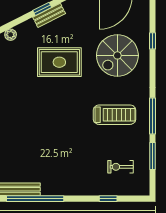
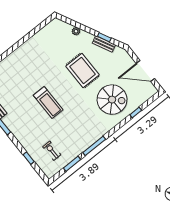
spiral stairs: (117, 55) -> (112, 100), turned 180
treadmill: (115, 115) -> (48, 102), moved

